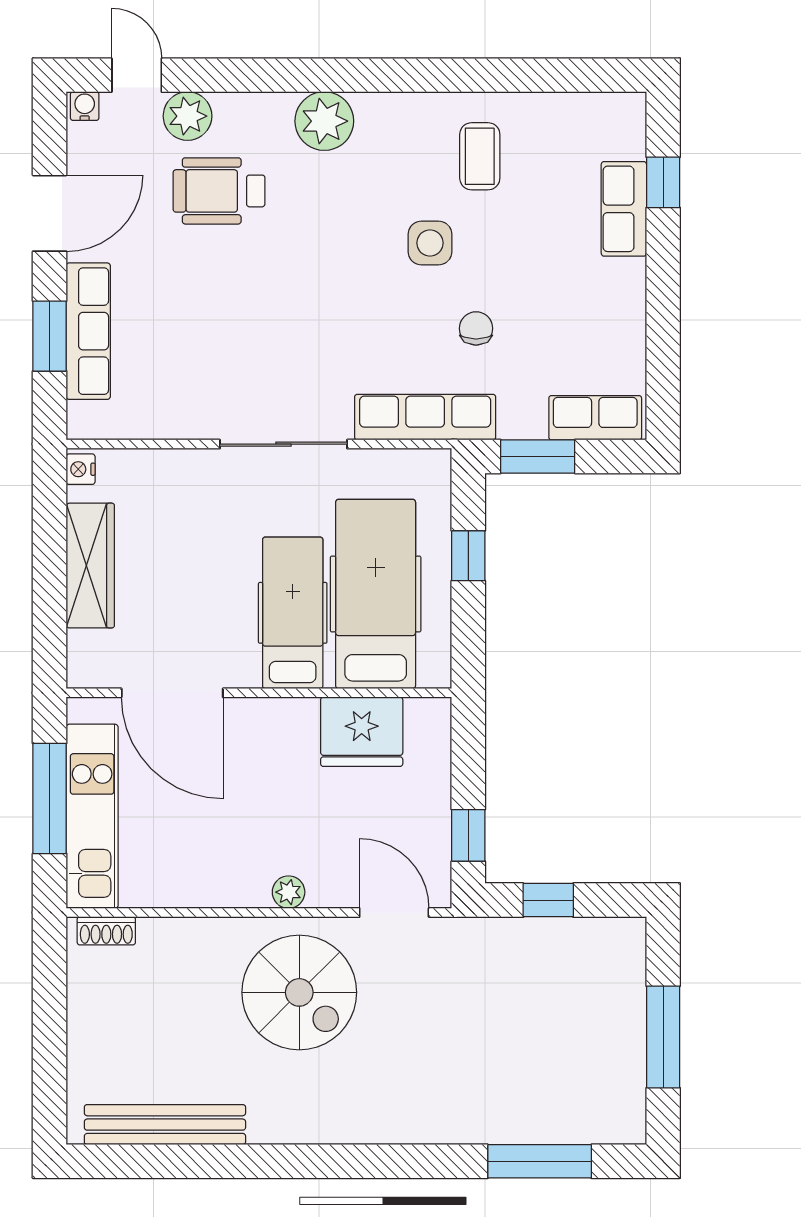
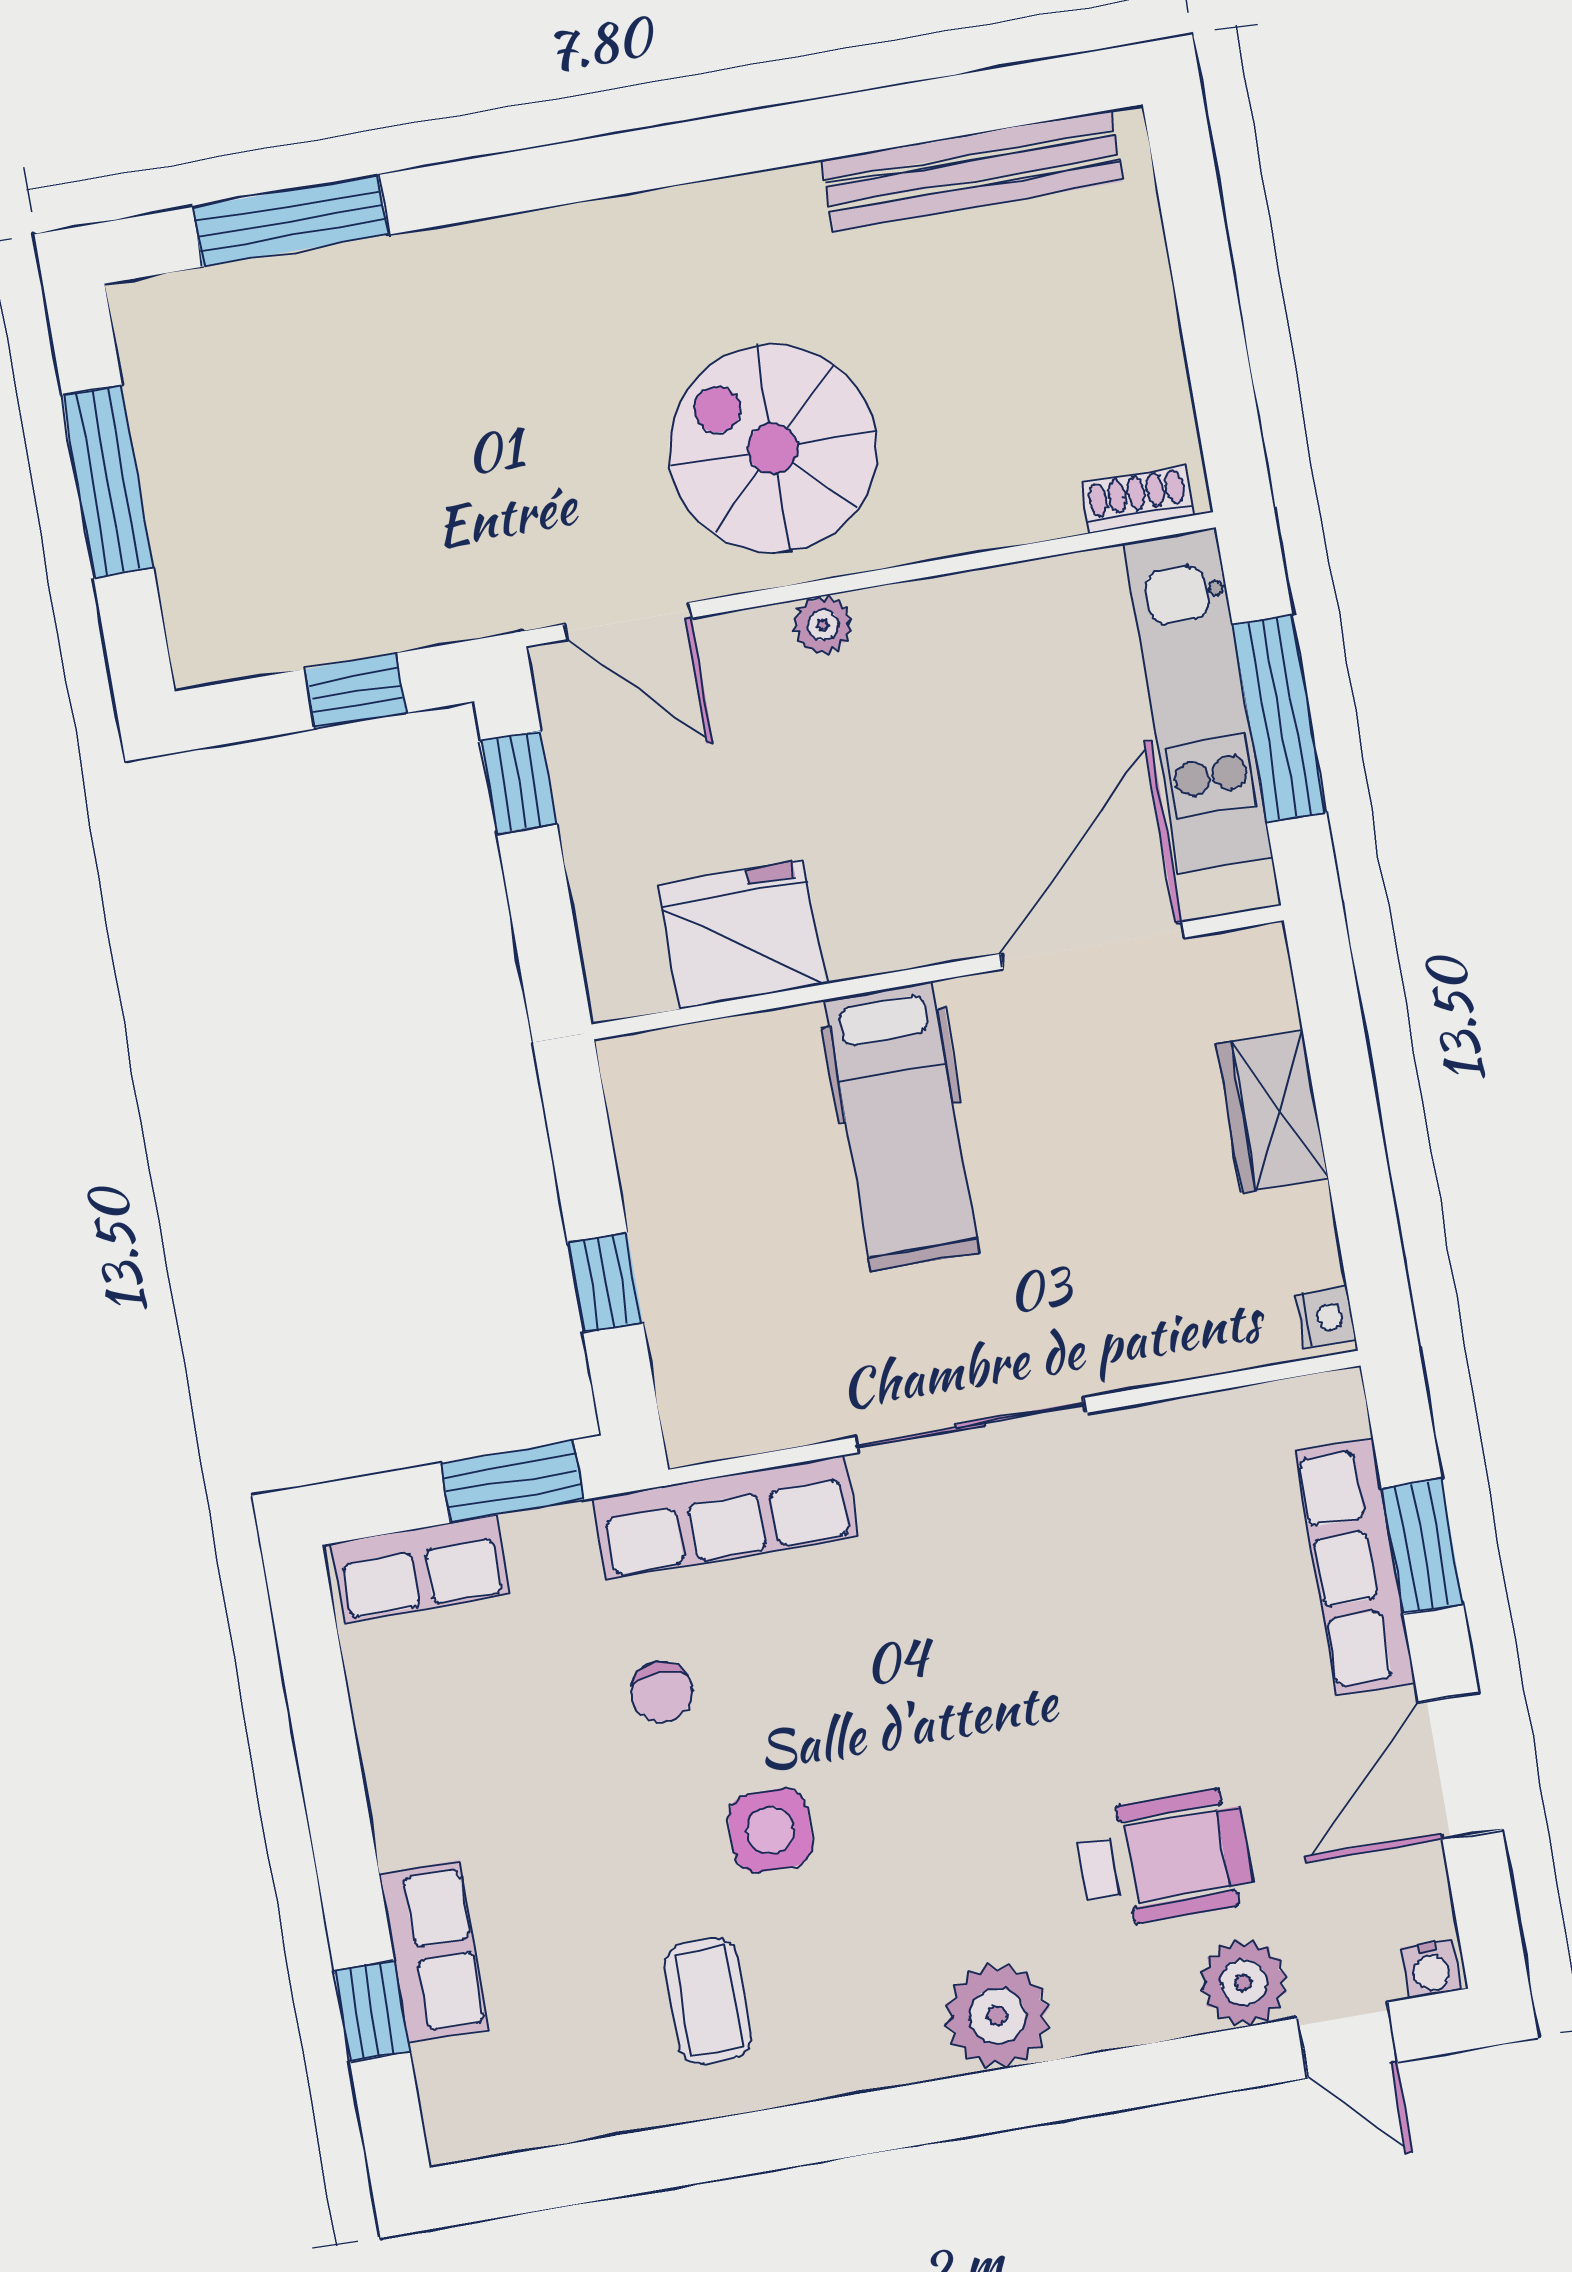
wardrobe: (90, 566) -> (1272, 1111), width x0.67
hospital bed: (376, 594) -> (759, 1185), removed
door: (172, 693) -> (1093, 946), hinge flipped

